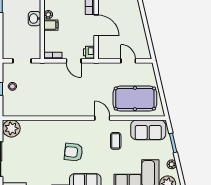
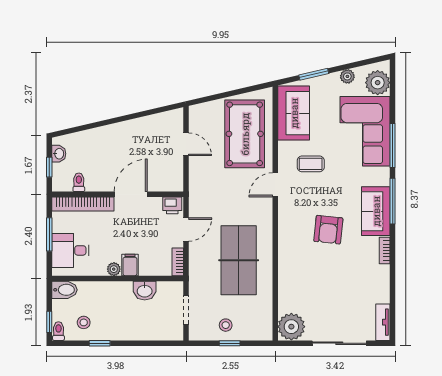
washbasin: (34, 19) -> (145, 291), moved
door: (128, 61) -> (186, 144), swing flipped
table tennis table: (54, 95) -> (239, 260), added

